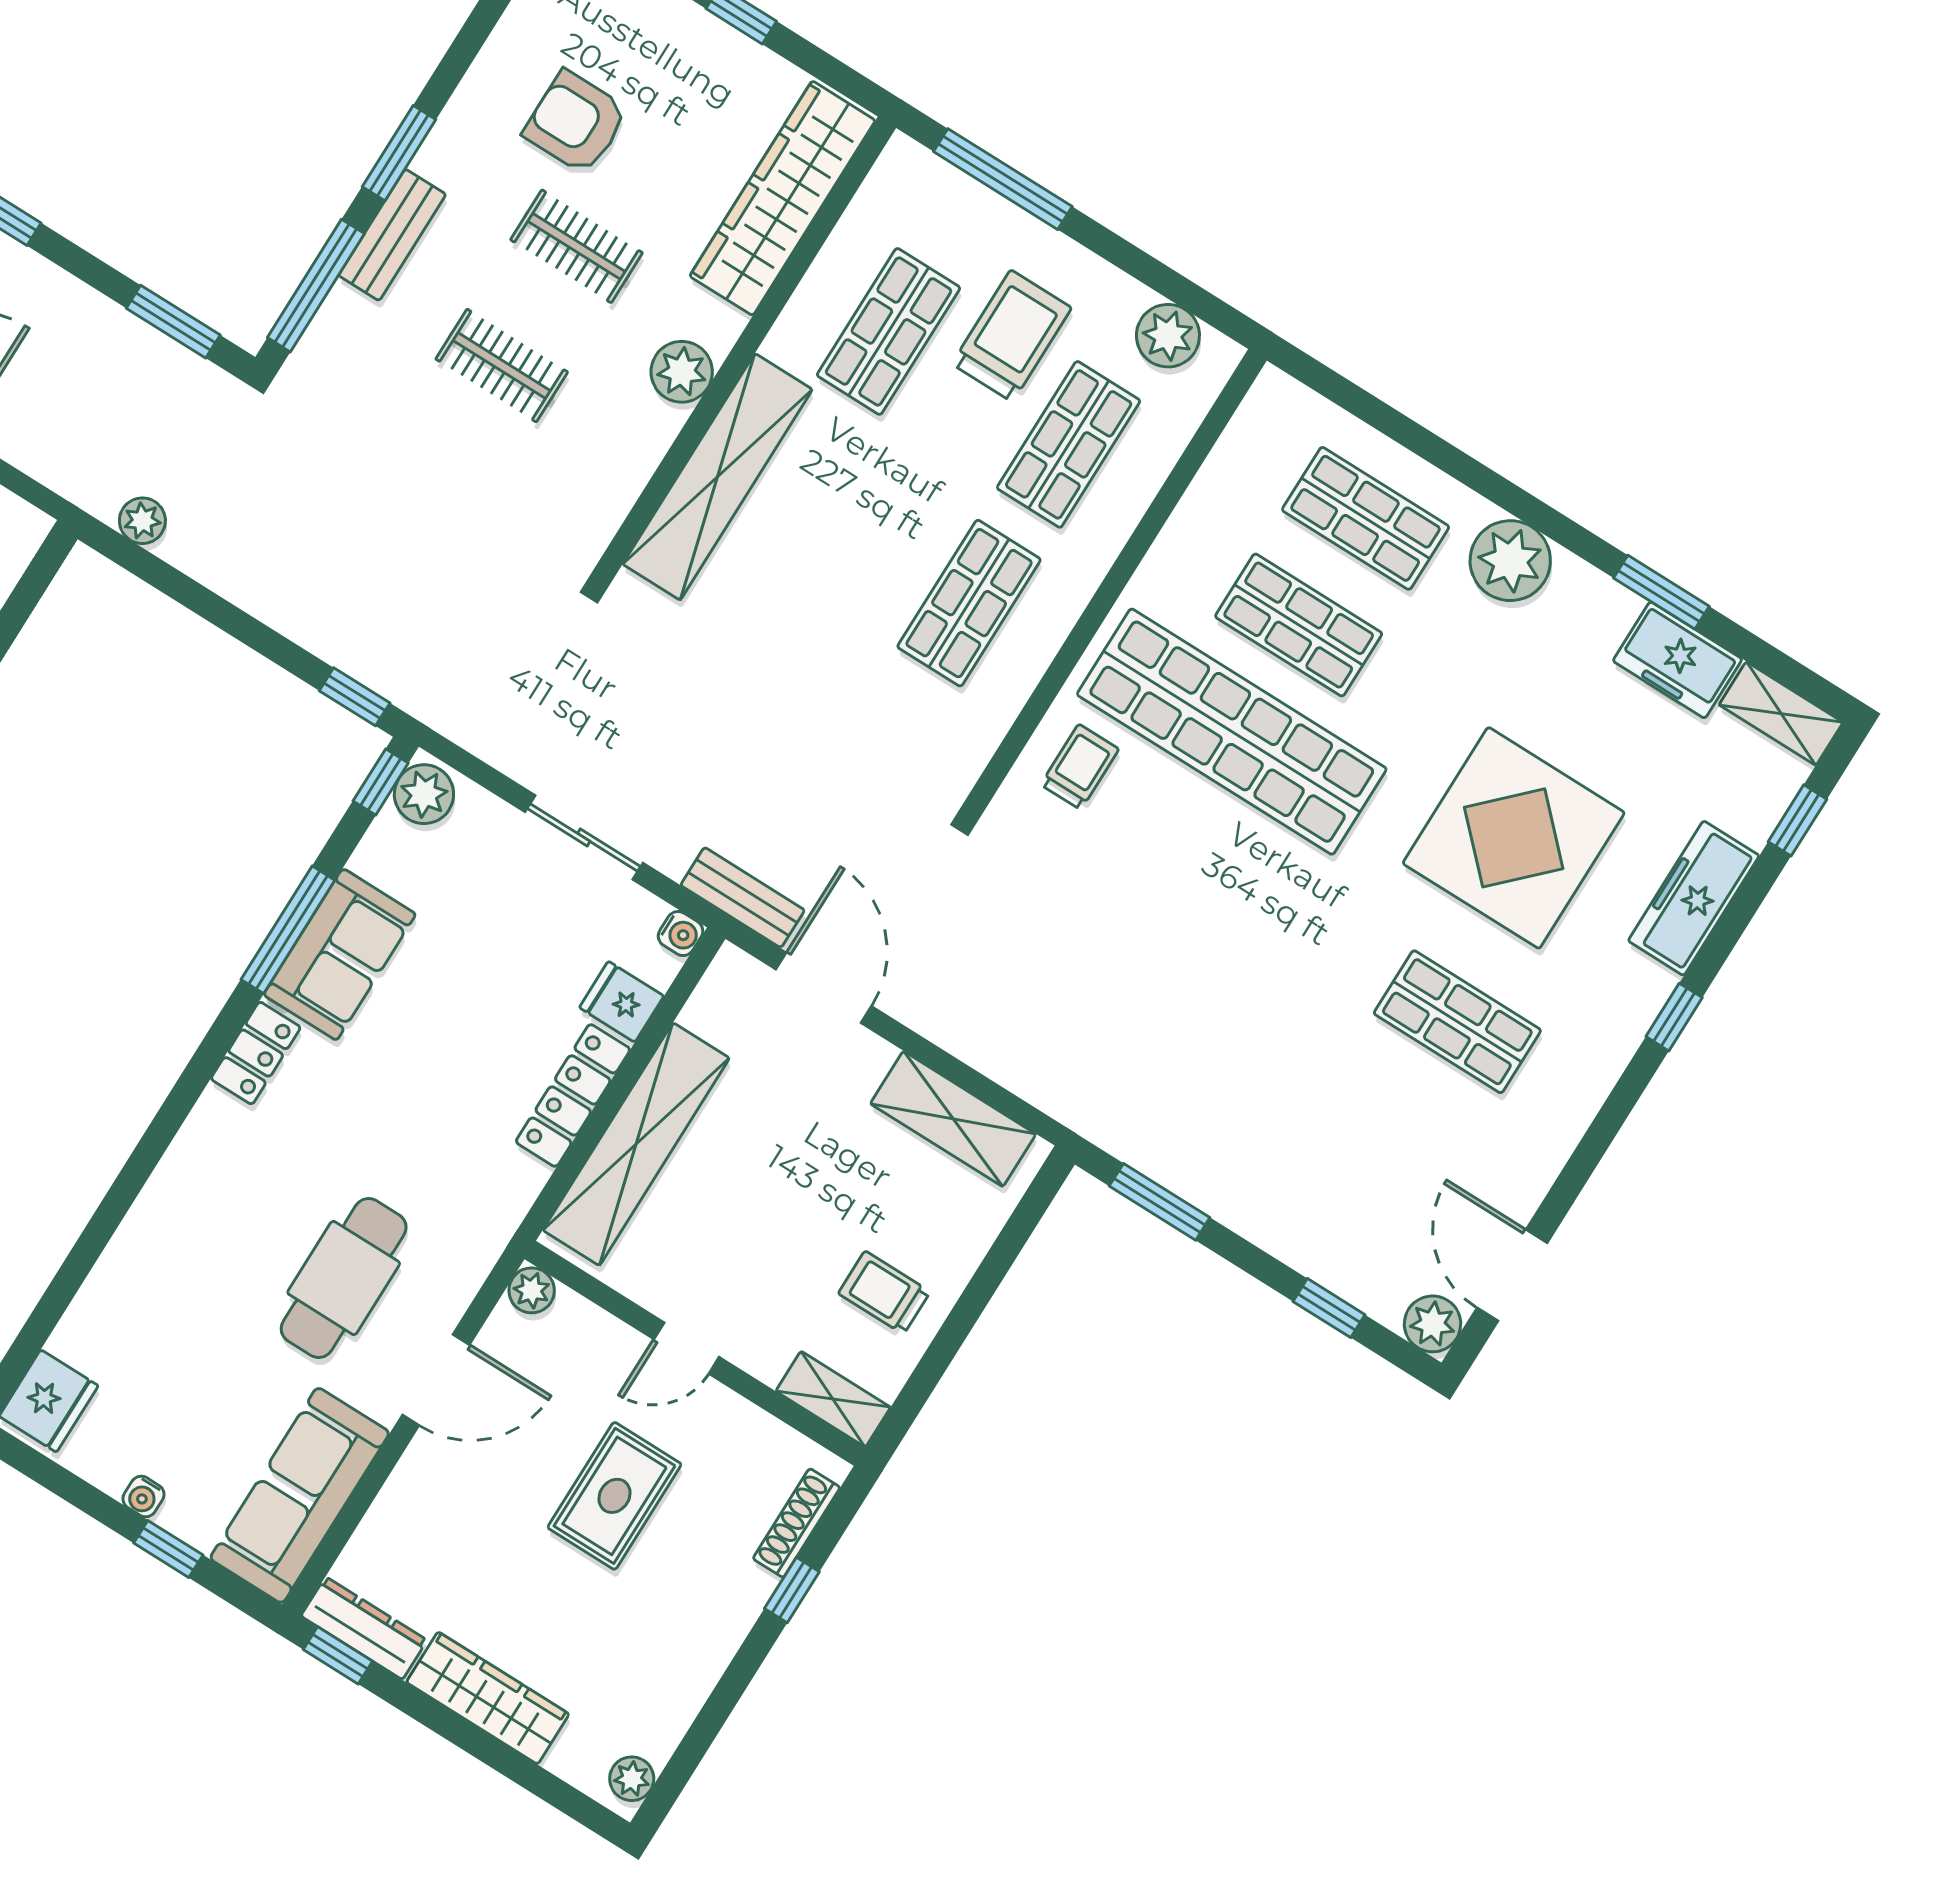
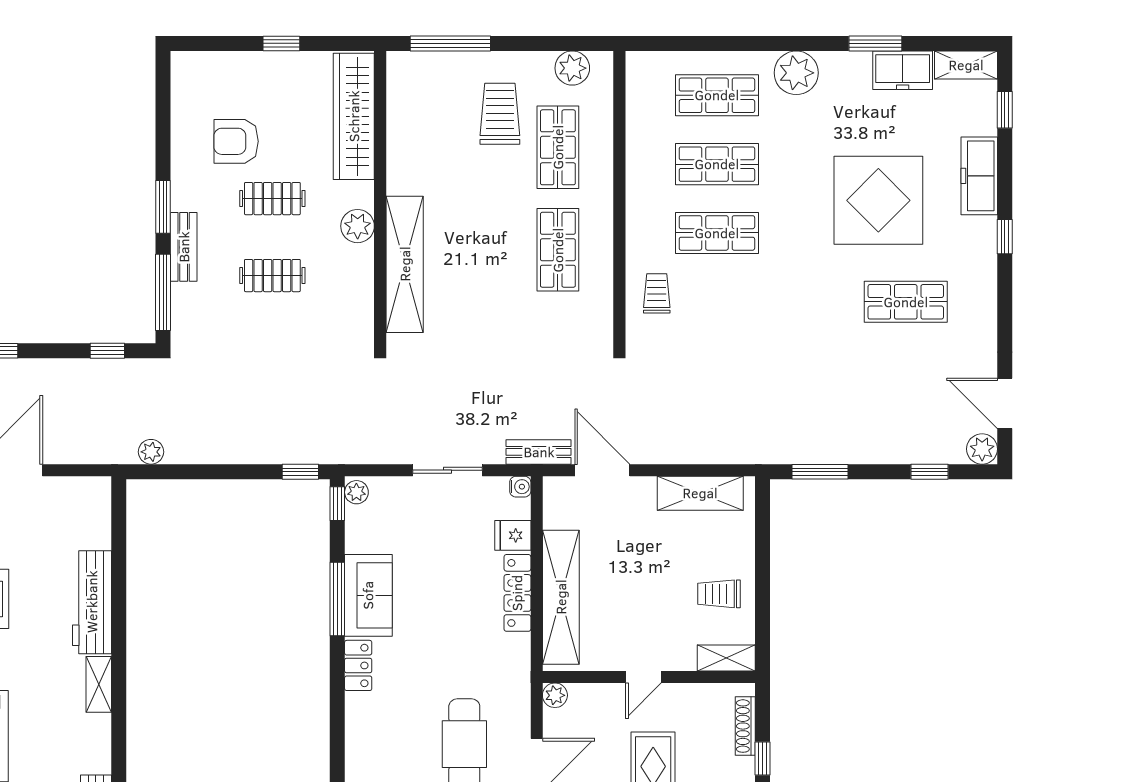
window: (173, 322) -> (107, 351), width x0.67
shop shelf: (889, 331) -> (442, 147), removed
shop shelf: (1232, 732) -> (717, 233), width x0.50, depth x0.74
plant: (424, 794) -> (356, 492), width x0.73, depth x0.73

